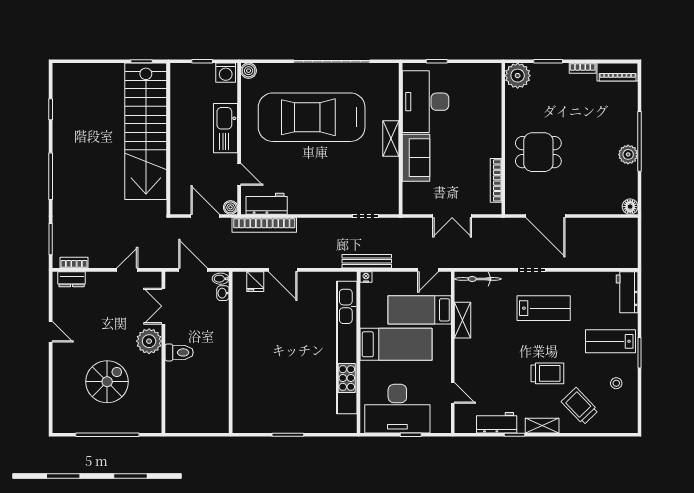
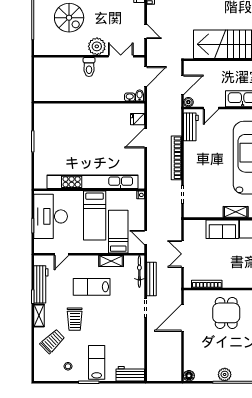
bookcase: (264, 225) -> (176, 158), moved
bench: (367, 261) -> (151, 279), moved
lab bench: (544, 308) -> (92, 287), moved, turned 90
workbench: (497, 423) -> (41, 284), width x1.38

